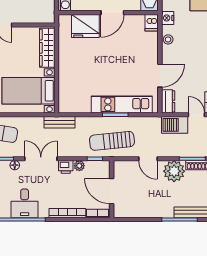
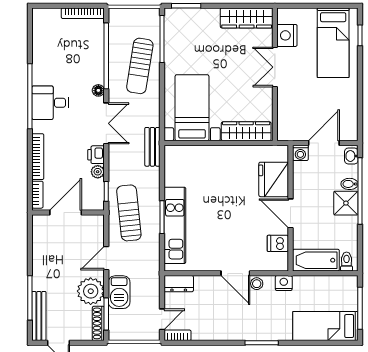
dishwasher: (152, 23) -> (278, 243), moved
door: (160, 76) -> (235, 273), moved
barbecue: (175, 125) -> (119, 292), moved, turned 180

